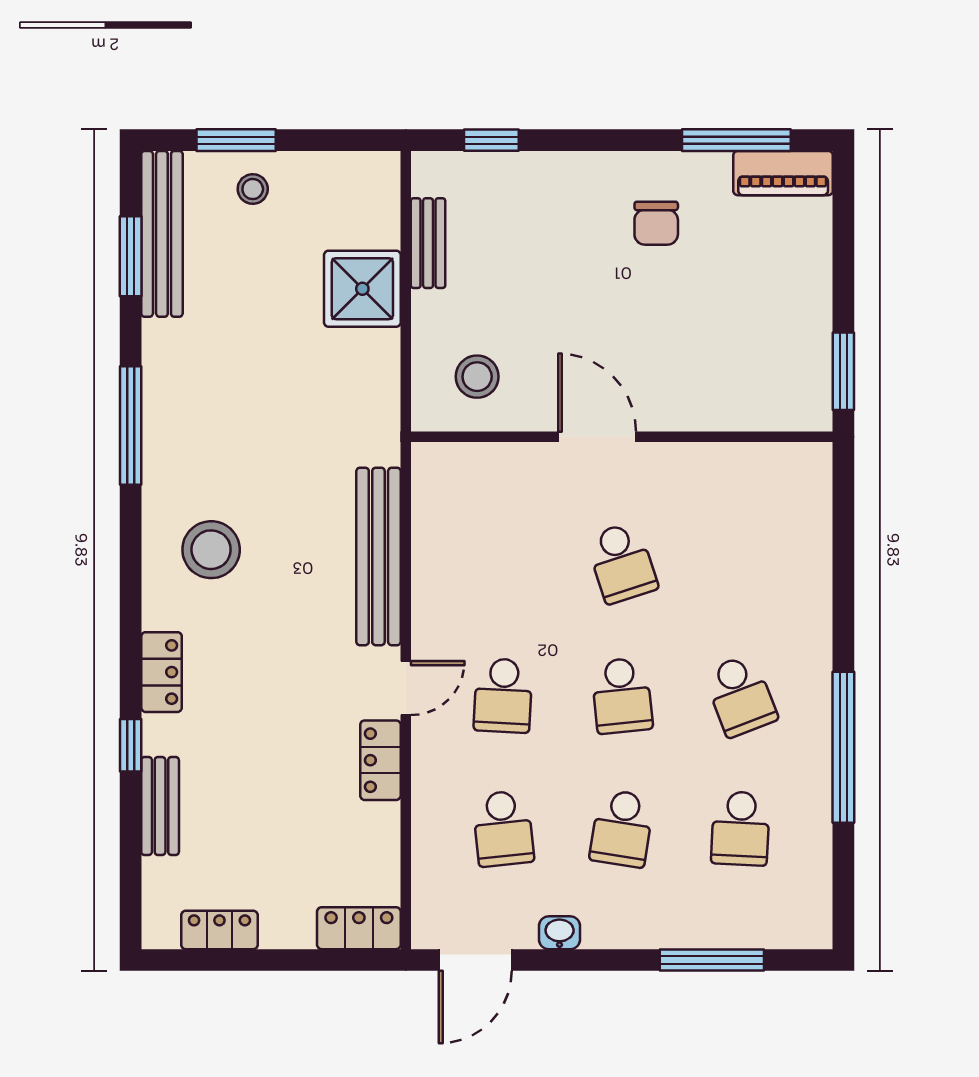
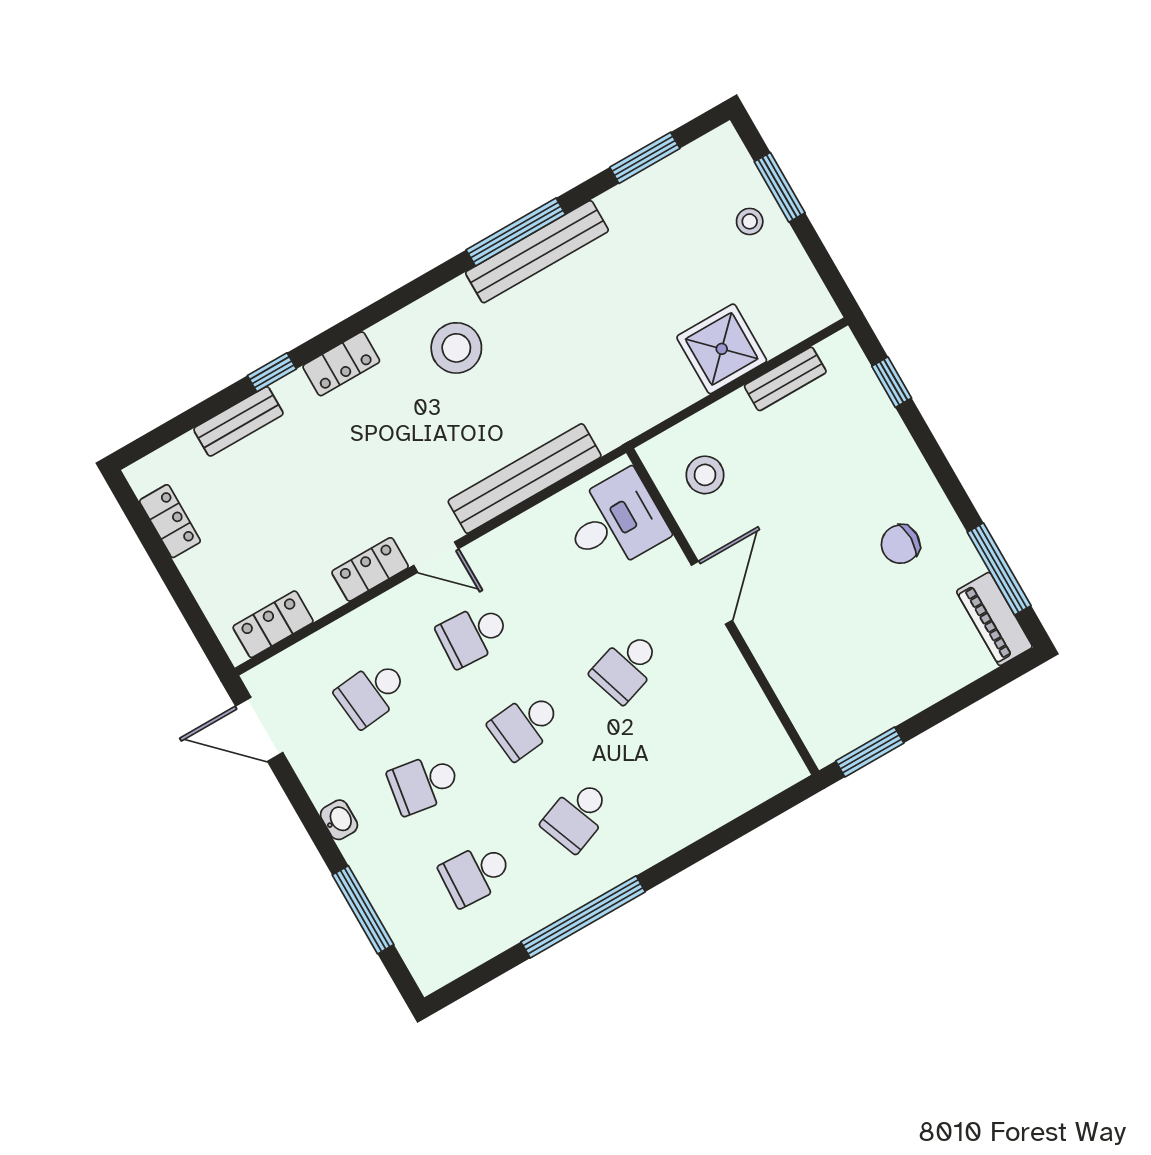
bench: (162, 234) -> (537, 252), moved
desk: (472, 492) -> (615, 522), added
locker: (359, 928) -> (273, 624), moved, turned -90
washbasin: (560, 933) -> (339, 820), moved

